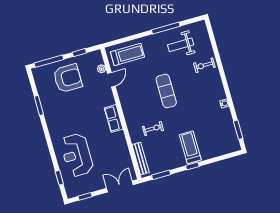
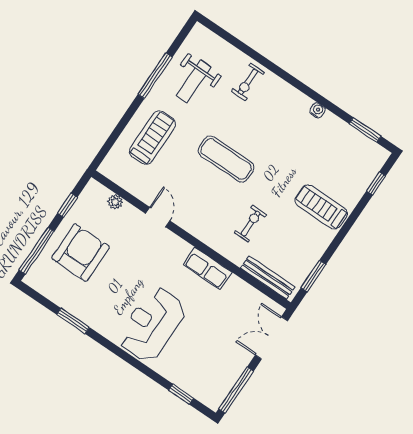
treadmill: (127, 55) -> (152, 138), moved
door: (111, 80) -> (158, 217), moved
row of seats: (114, 118) -> (207, 268), moved
reception desk: (77, 155) -> (152, 324), moved, turned 90
window: (192, 166) -> (376, 183), moved
window: (85, 196) -> (236, 390), width x2.17

